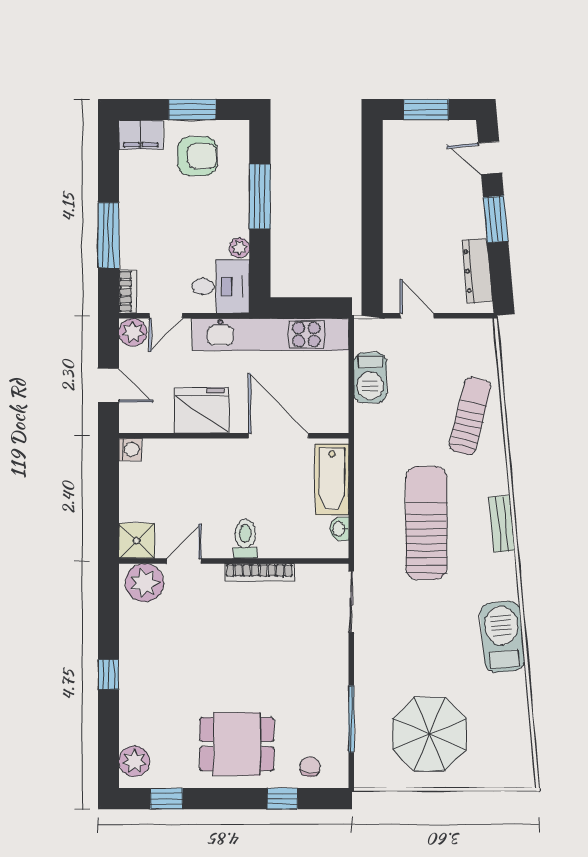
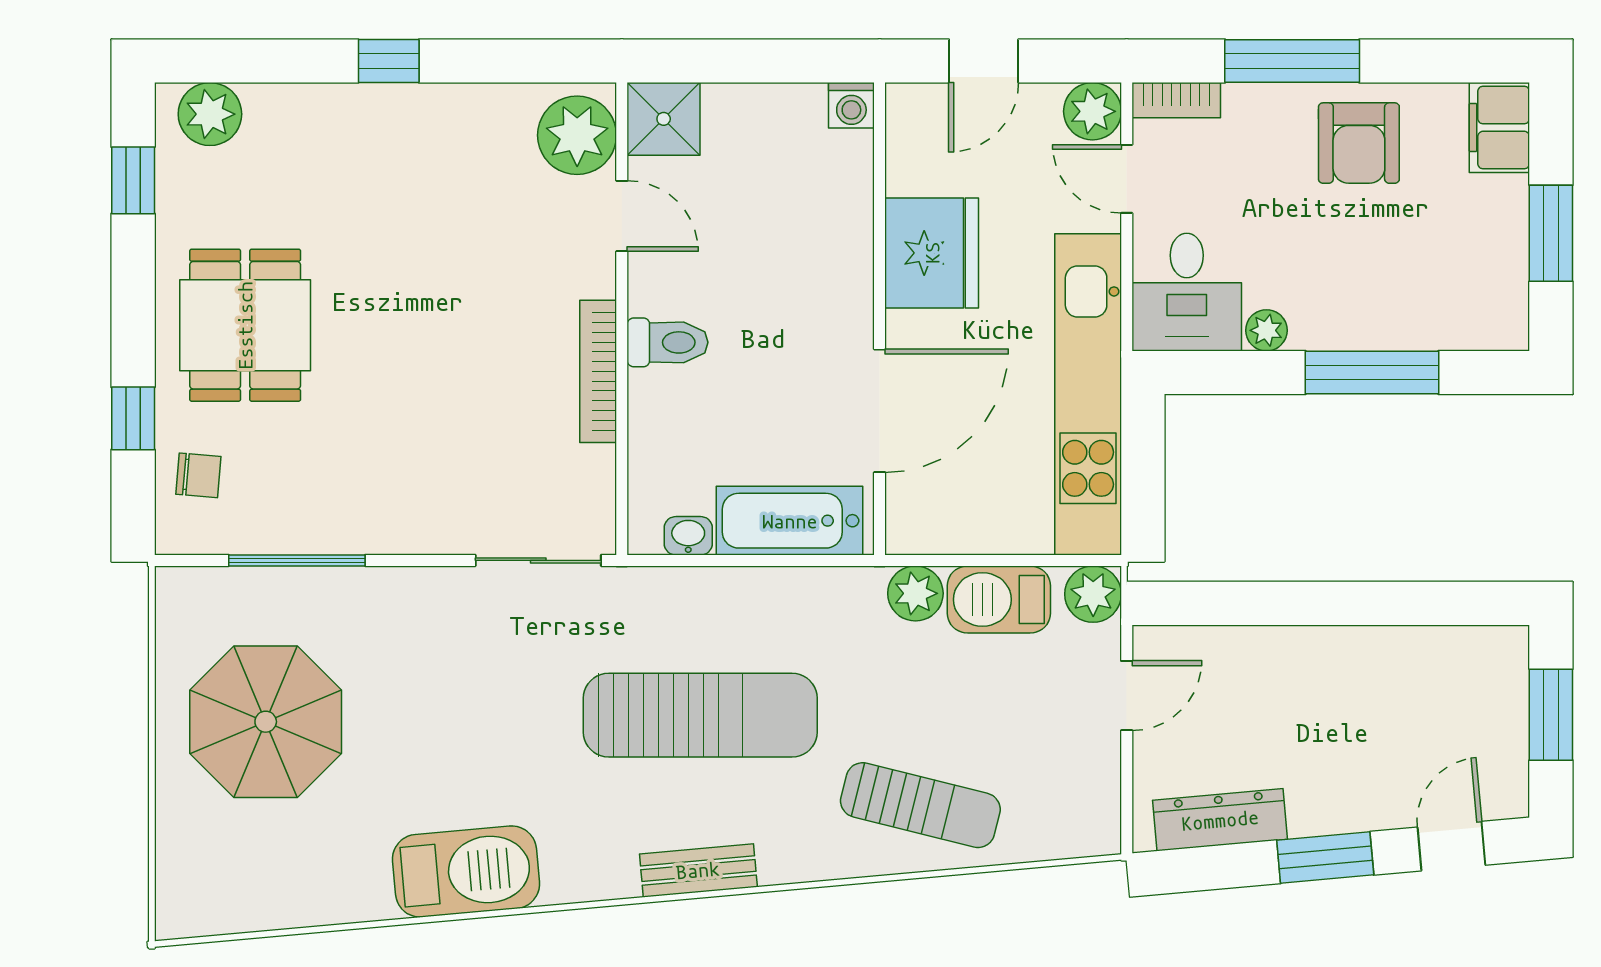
armchair: (197, 156) -> (1359, 143), moved
plant: (368, 332) -> (1093, 594), added
plant: (367, 418) -> (915, 593), added

